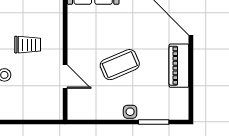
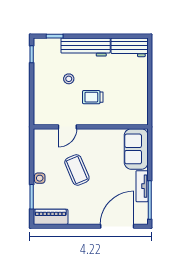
trolley: (28, 45) -> (93, 97), turned 90
piano: (179, 66) -> (51, 217), moved

